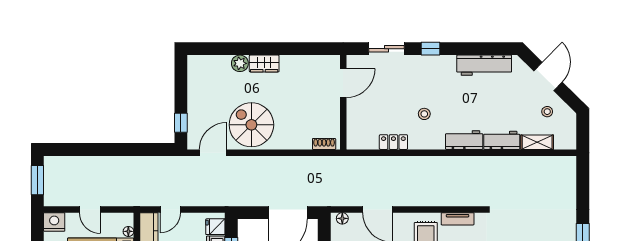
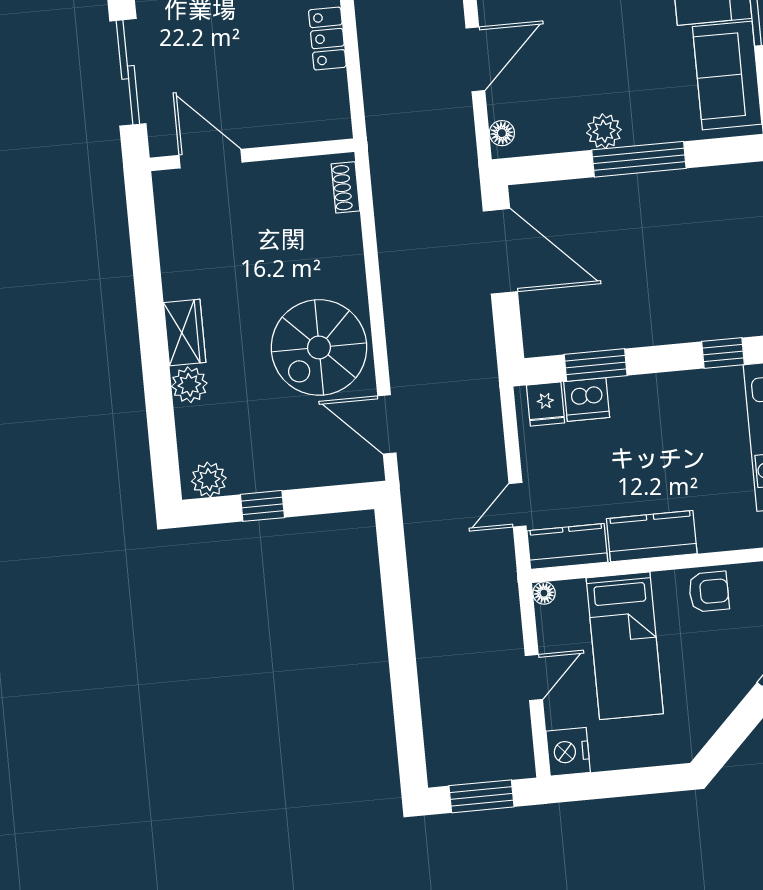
sliding door: (387, 49) -> (128, 72), width x1.37
plant: (195, 68) -> (209, 480), added
window: (181, 123) -> (262, 506), moved
door: (170, 209) -> (518, 505), swing flipped
floor lamp: (128, 231) -> (544, 593), moved

